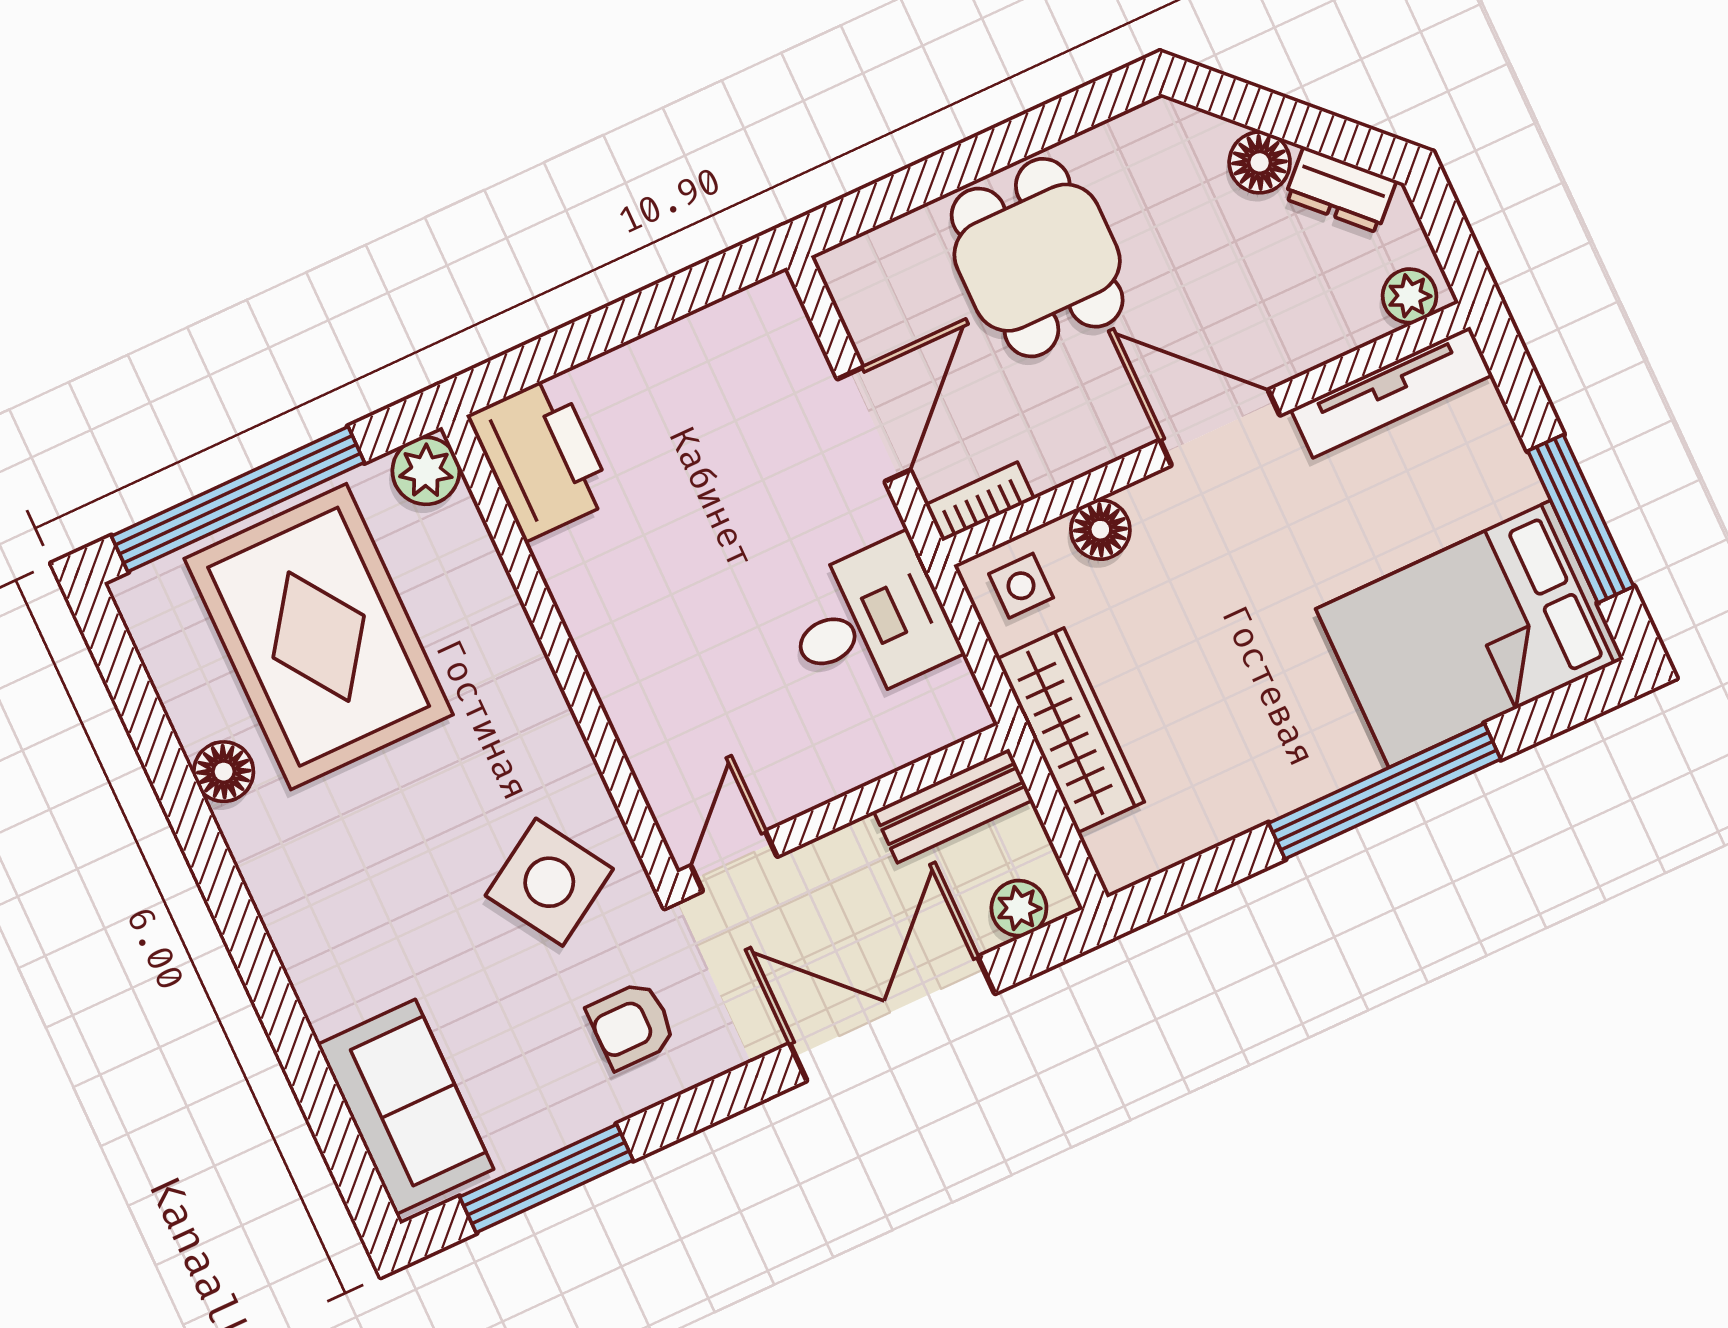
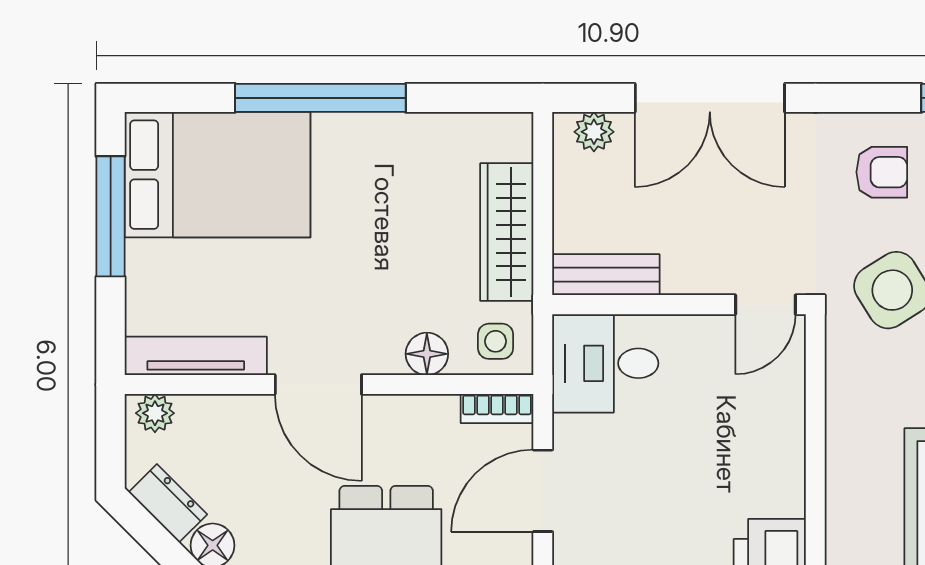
bench: (953, 806) -> (606, 275), moved
wall: (843, 811) -> (679, 305), moved
door: (734, 861) -> (765, 305), moved

